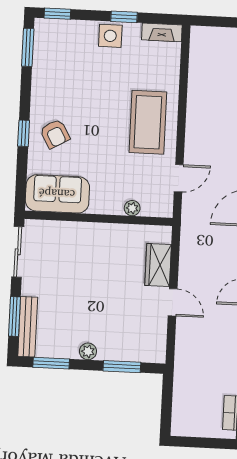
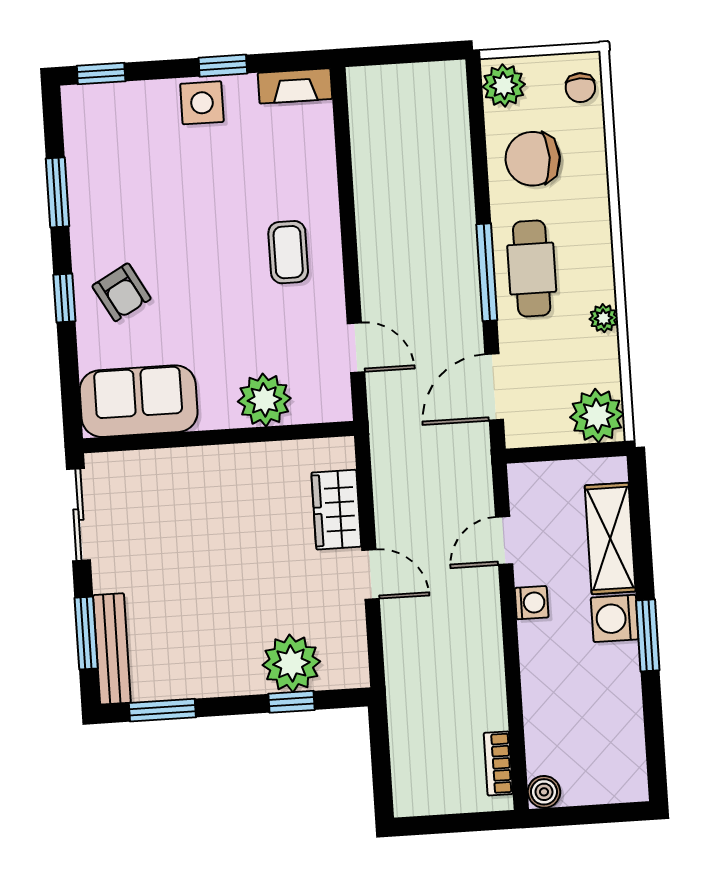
window: (28, 47) -> (58, 192), moved
coffee table: (148, 122) -> (288, 252), width x0.54, depth x0.58
door: (179, 178) -> (356, 348), hinge flipped
plant: (132, 208) -> (264, 400), width x1.88, depth x1.88
plant: (88, 351) -> (291, 663), moved, width x1.88, depth x1.88
window: (122, 367) -> (292, 702), width x0.67

